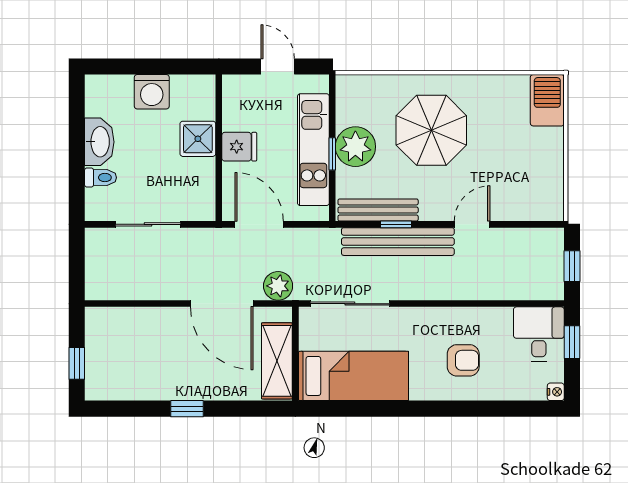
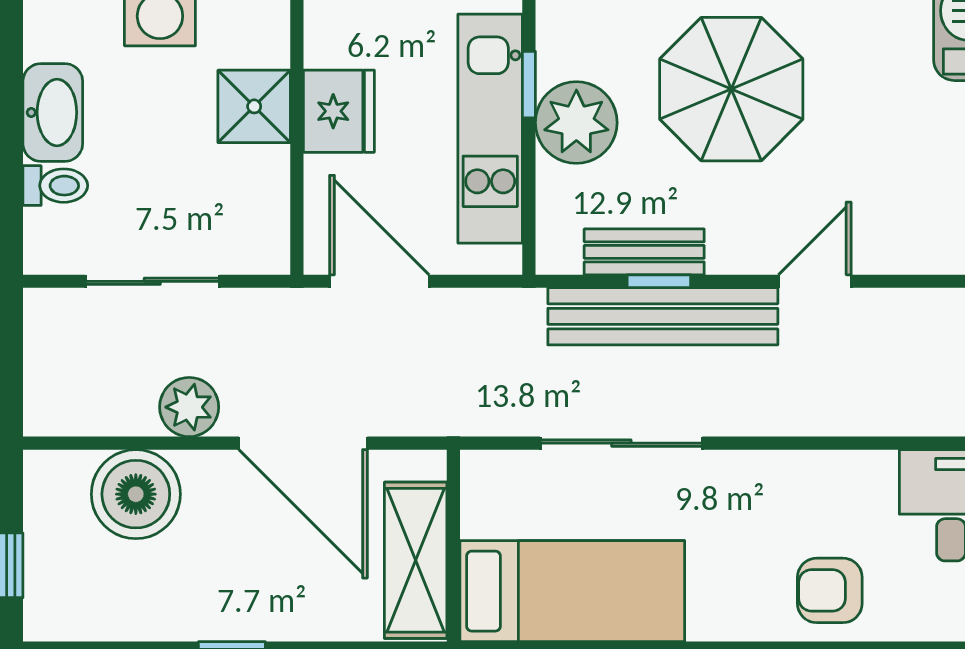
fridge: (239, 147) -> (339, 111), width x1.38
window: (332, 154) -> (529, 85), moved
bench: (378, 210) -> (644, 252), width x0.73
plant: (278, 286) -> (189, 407), moved
sliding door: (350, 304) -> (621, 443), moved
boiler: (140, 329) -> (136, 494), added
armchair: (463, 360) -> (830, 590), moved, turned 180

